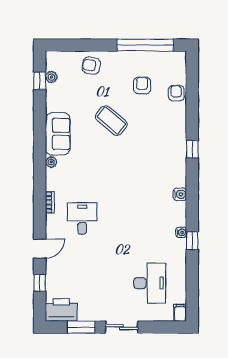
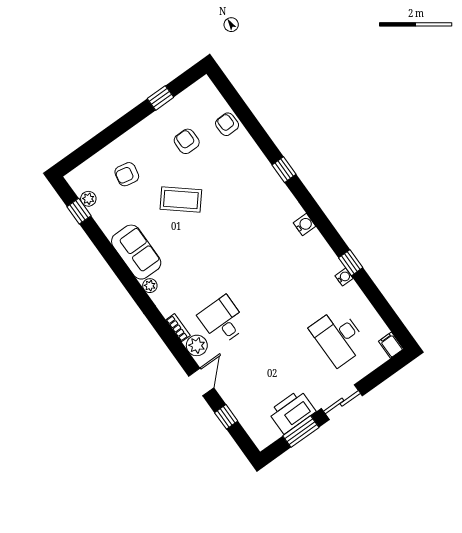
window: (145, 45) -> (160, 98), width x0.32
armchair: (91, 66) -> (127, 174), moved
plant: (54, 223) -> (197, 345), added
water cooler: (181, 232) -> (344, 277), moved
desk: (150, 283) -> (338, 337), turned 180
printer: (61, 310) -> (292, 412), moved

